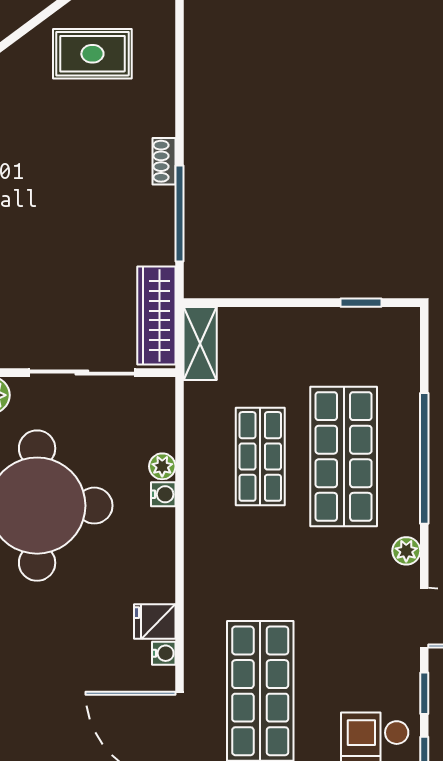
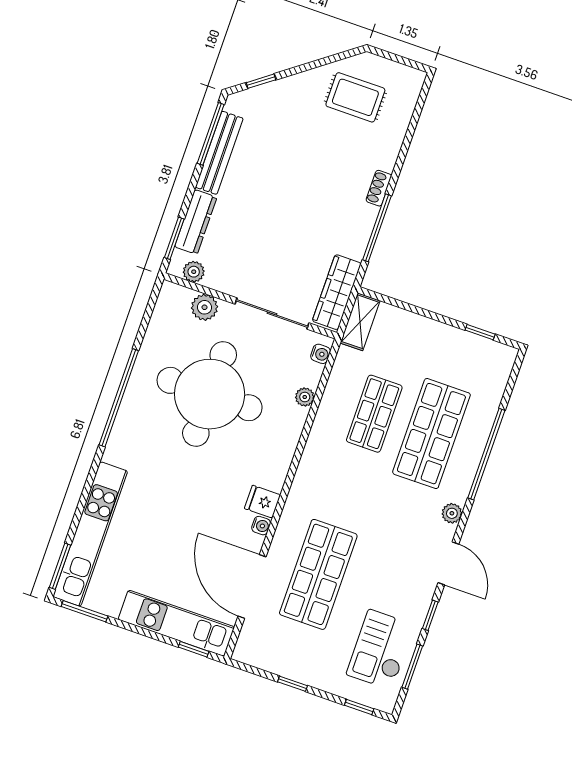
water cooler: (163, 494) -> (321, 354), moved

